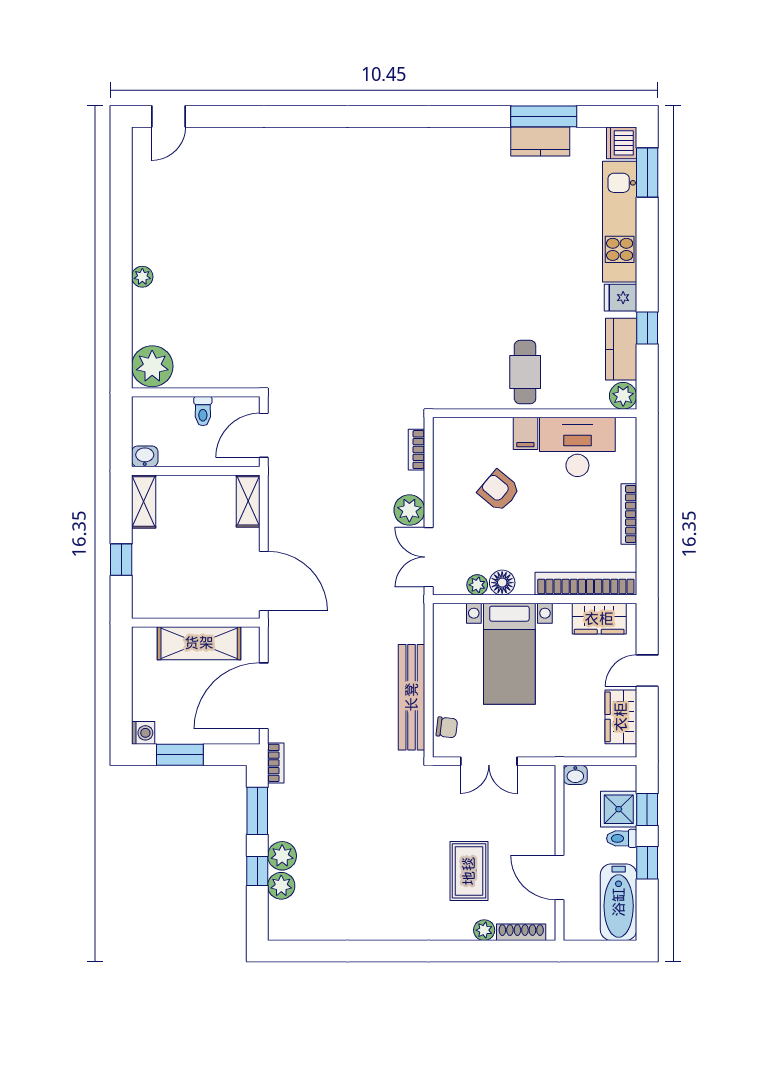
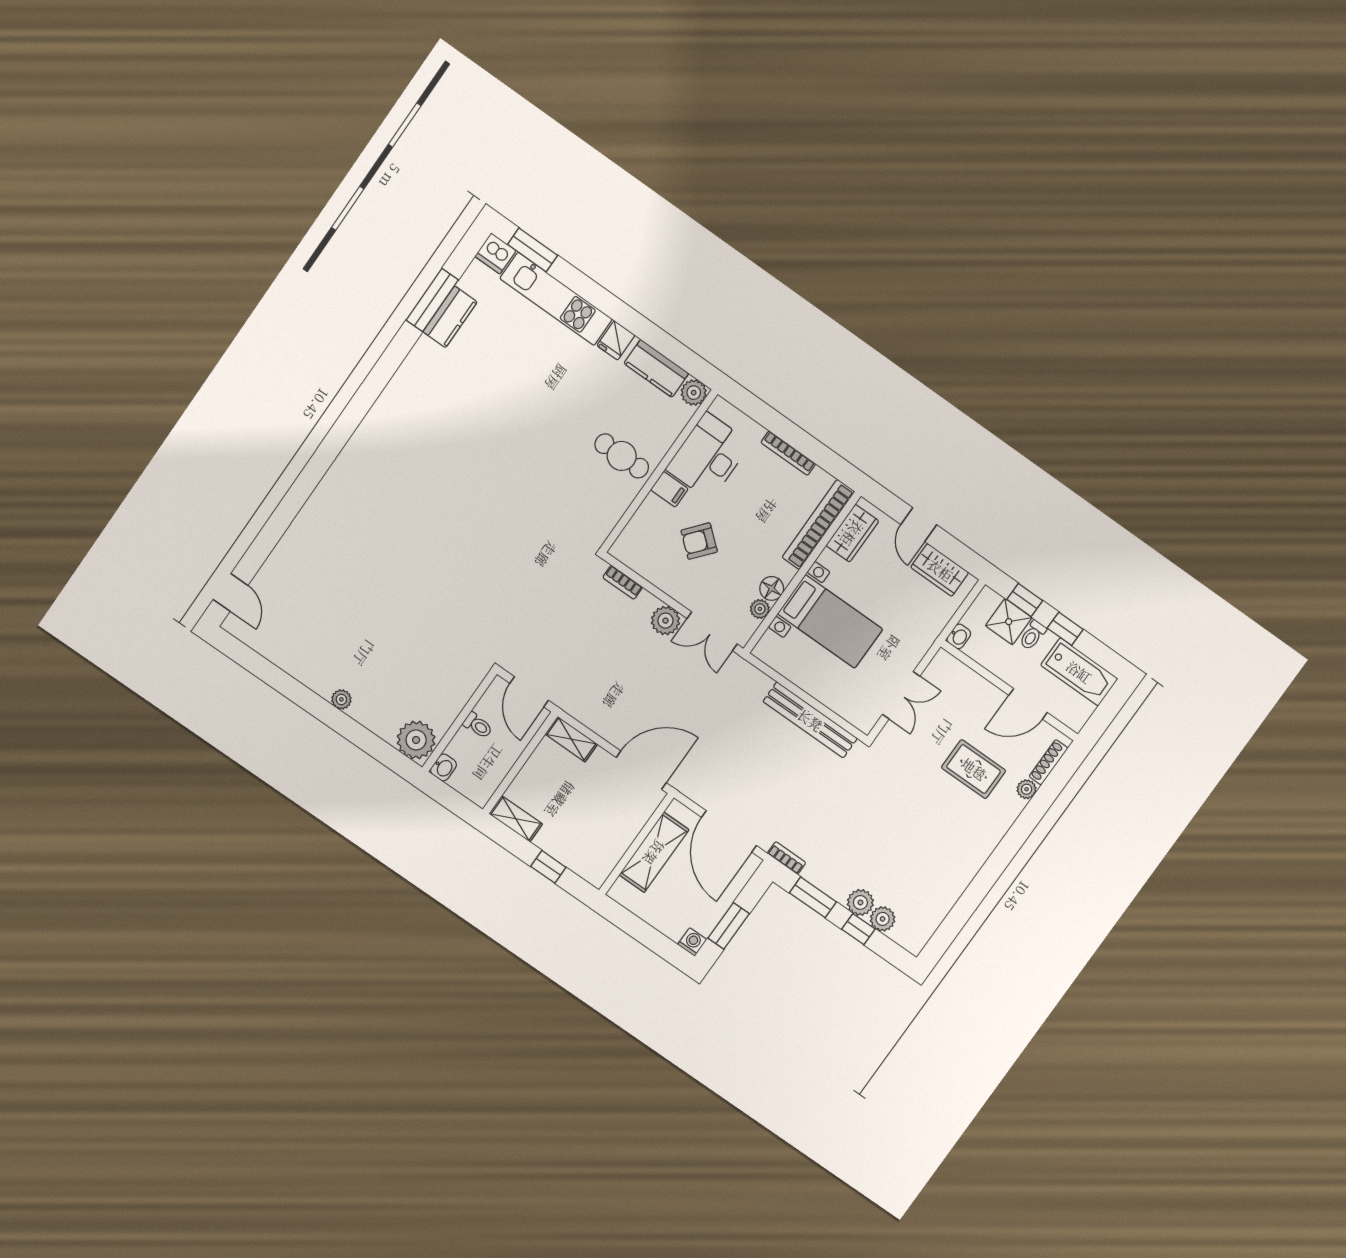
window: (647, 328) -> (654, 336), removed
washbasin: (145, 456) -> (443, 767), moved, turned 180
chair: (447, 727) -> (852, 709), removed

